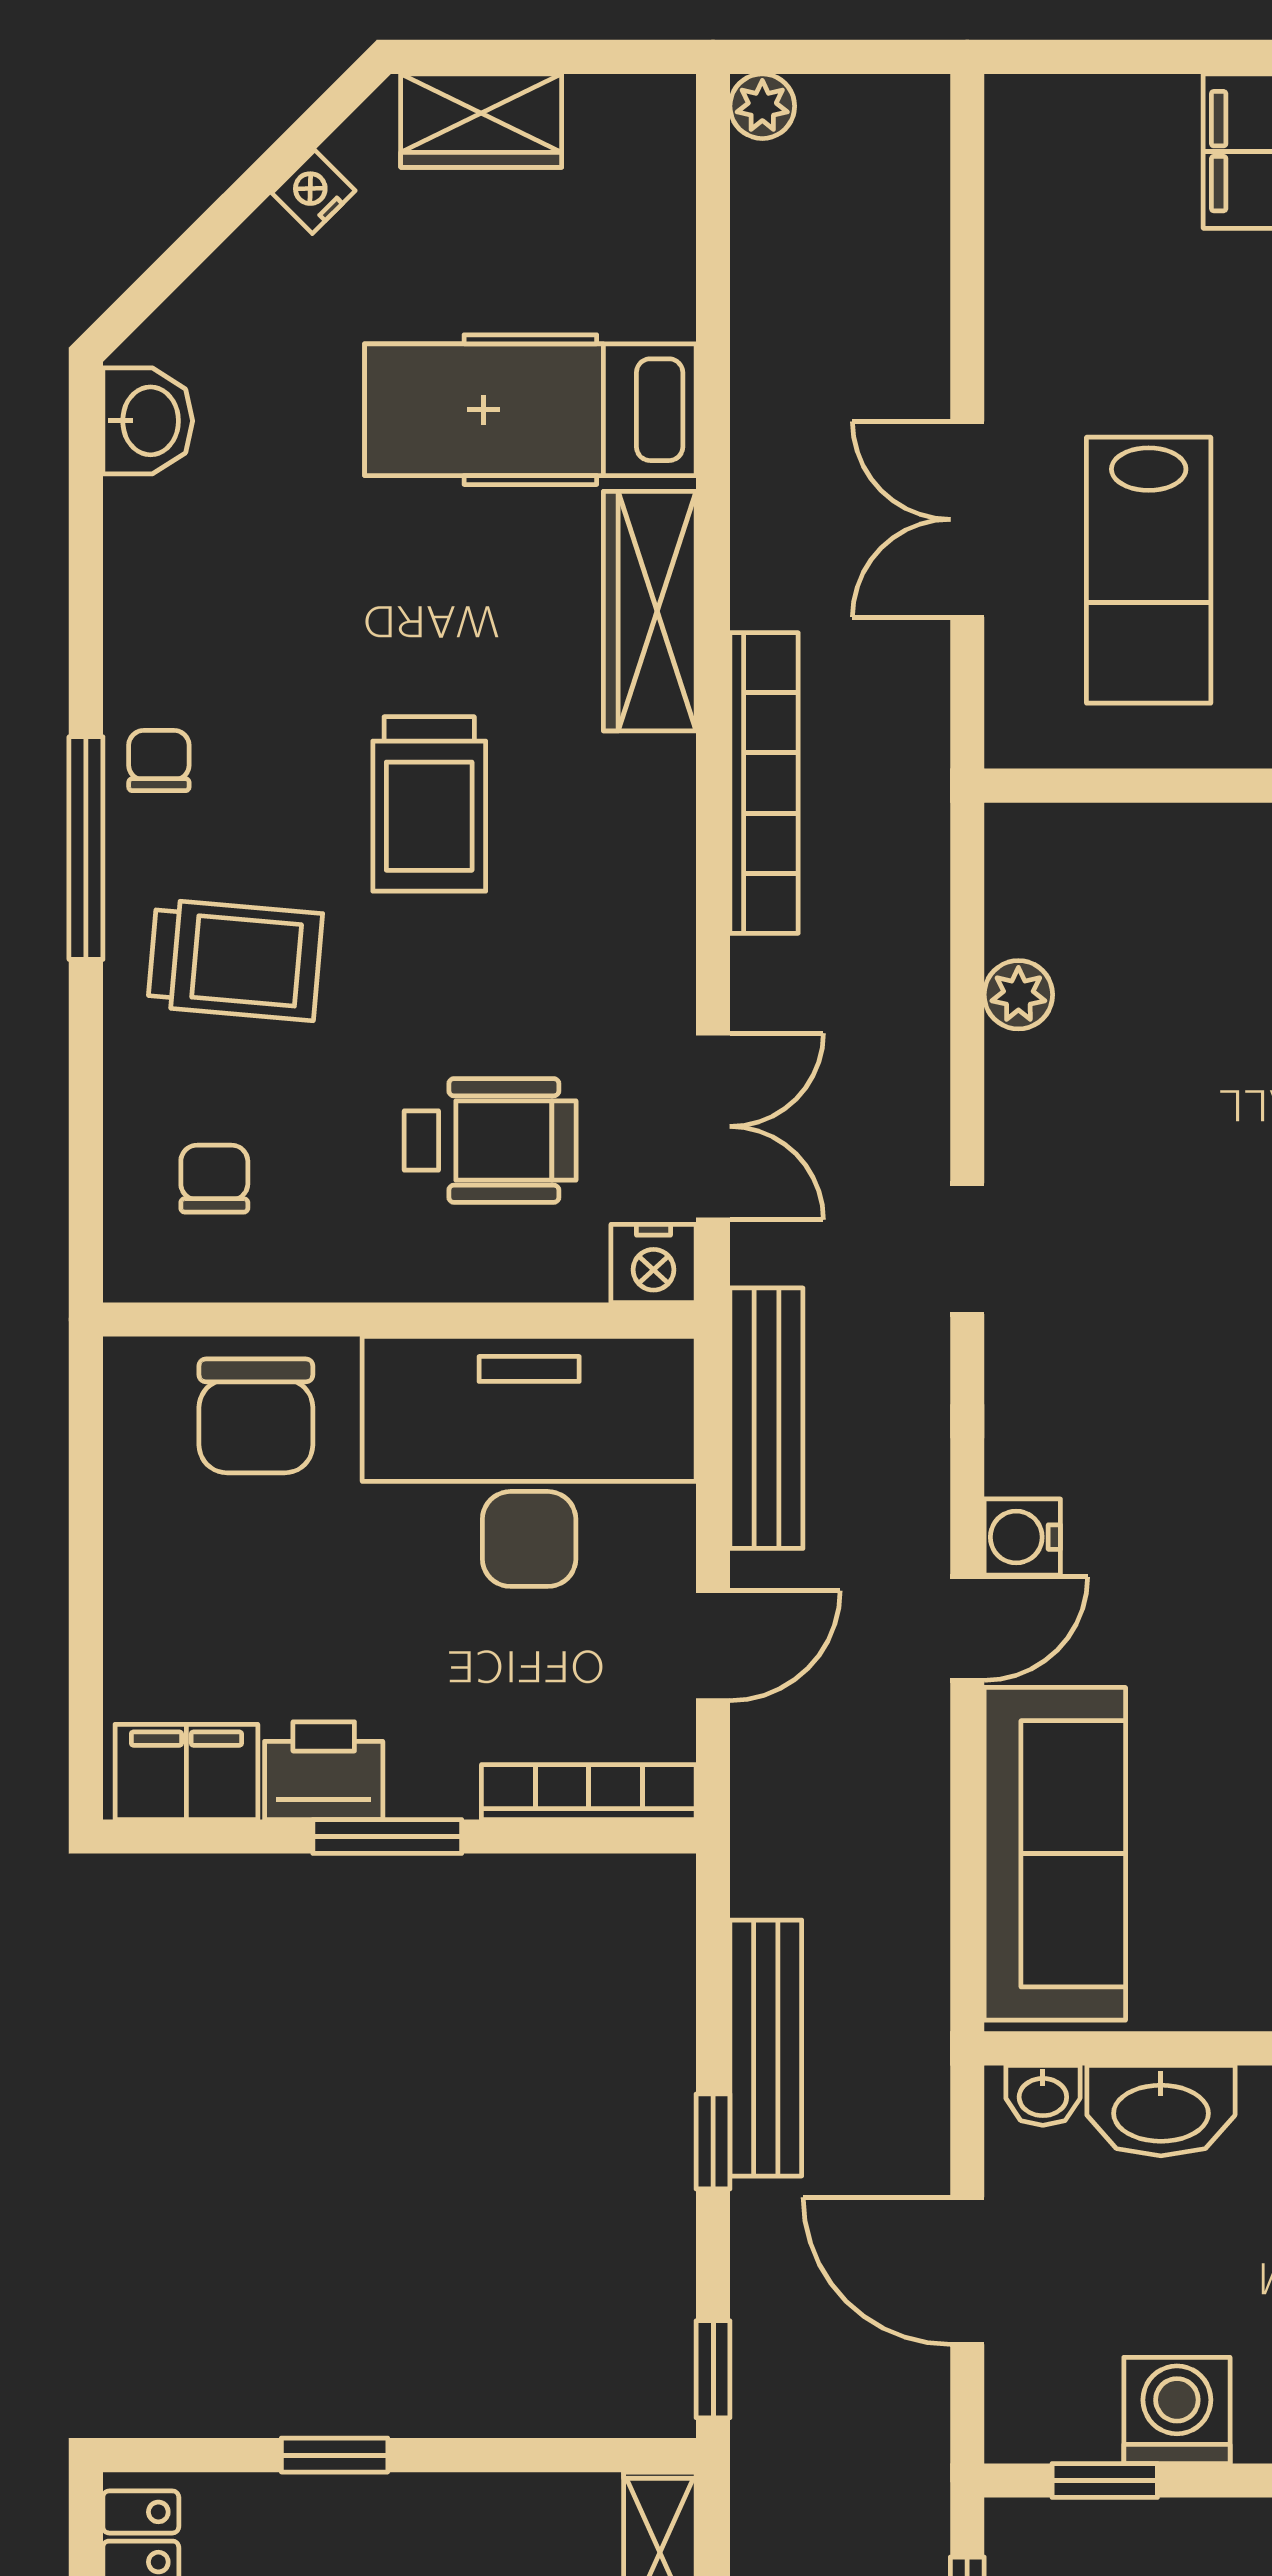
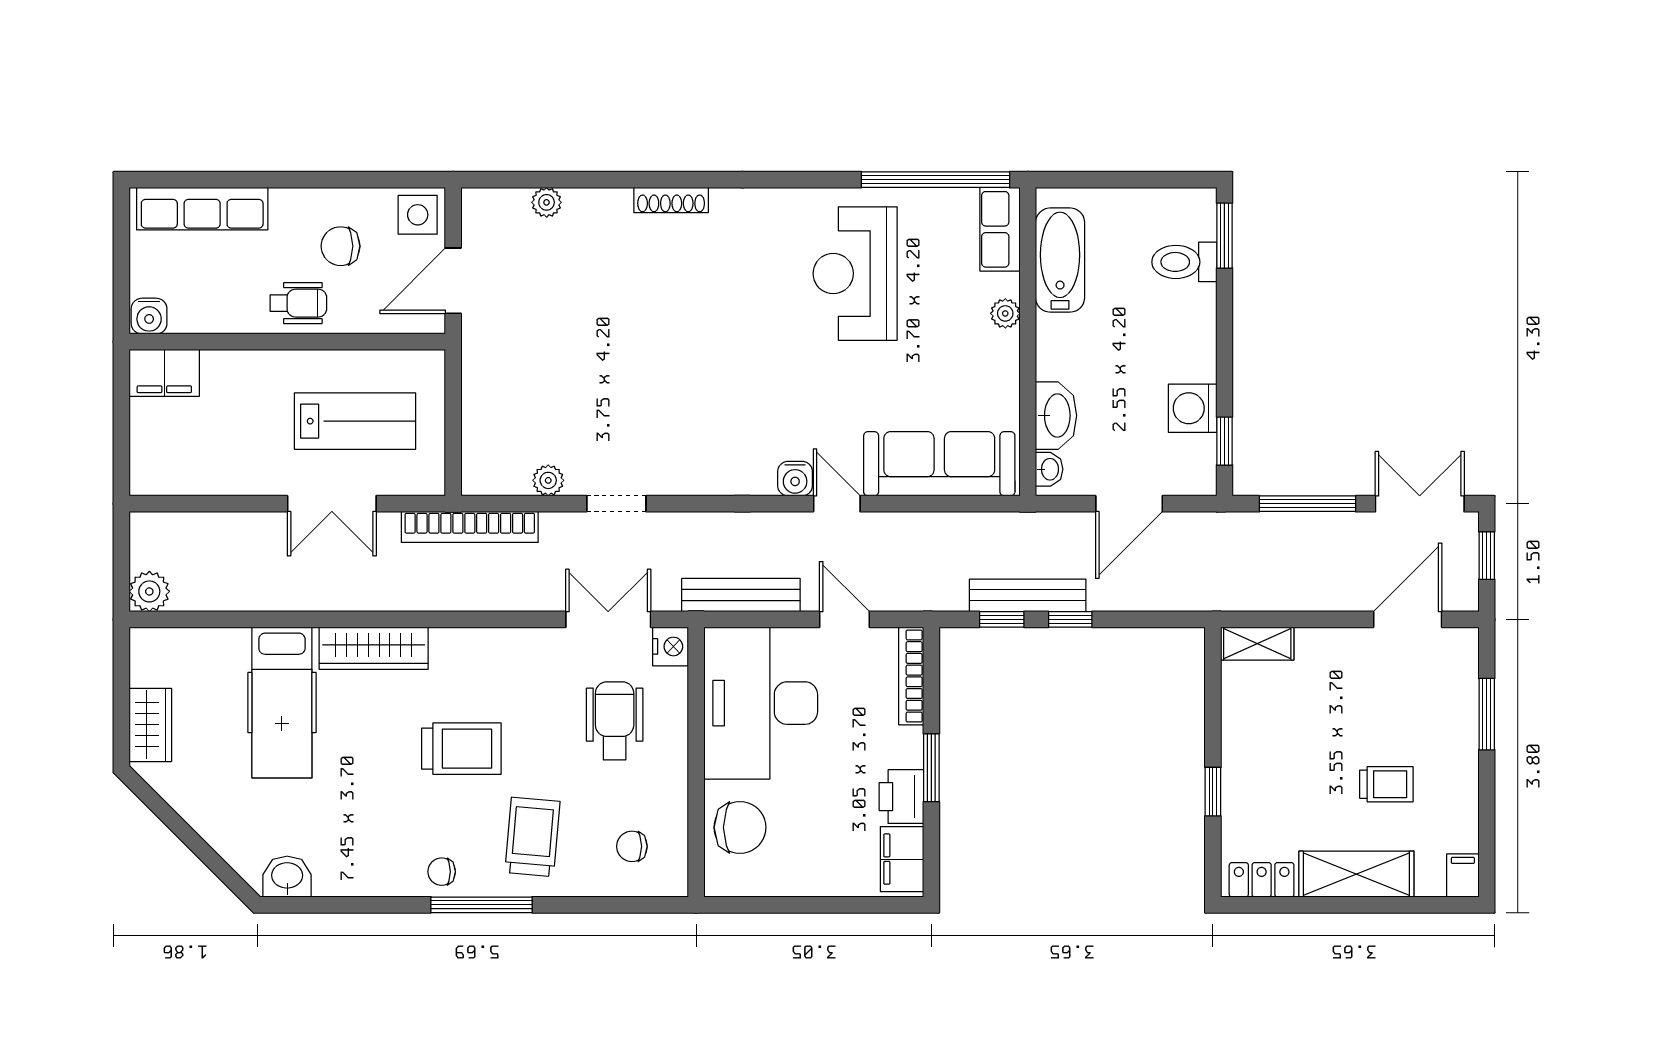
plant: (762, 106) -> (149, 591), width x1.38, depth x1.38
nightstand: (314, 192) -> (183, 801), removed
bookcase: (764, 783) -> (470, 527), moved, turned 180
doorway: (967, 1249) -> (616, 504), moved
window: (713, 2369) -> (1002, 619), moved

